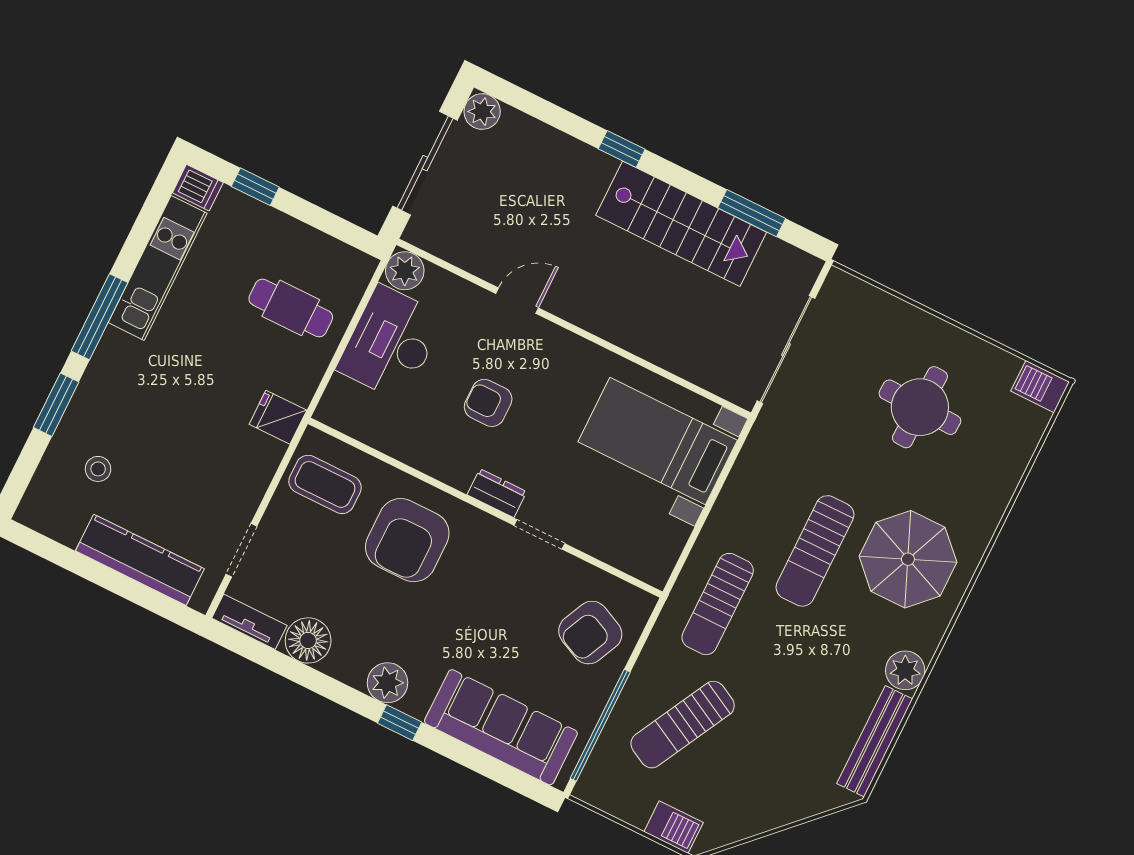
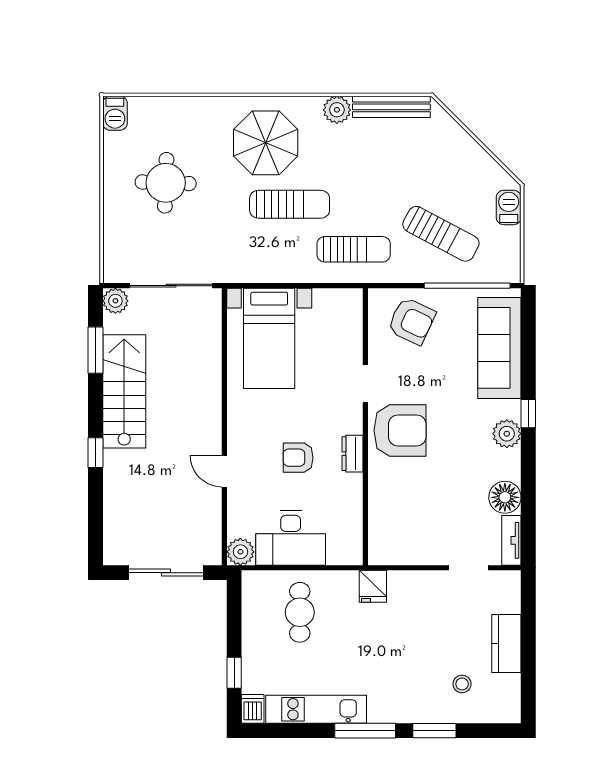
plant: (482, 112) -> (115, 301), moved
armchair: (488, 403) -> (298, 458), turned 90
coffee table: (325, 484) -> (401, 535), removed
dresser: (497, 493) -> (353, 454), moved
armchair: (407, 540) -> (400, 430), moved
kitchen counter: (140, 560) -> (506, 644), width x0.67

